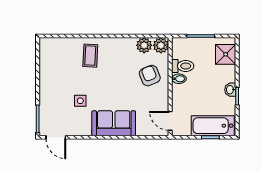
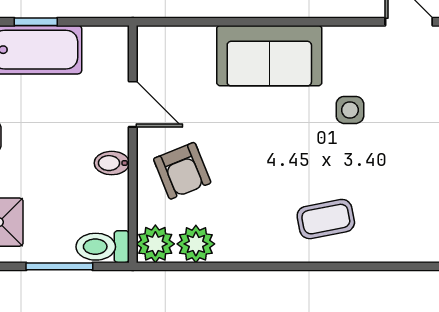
coffee table: (90, 56) -> (326, 219), turned 76
toilet: (183, 66) -> (103, 247), moved
door: (170, 121) -> (133, 104), moved

